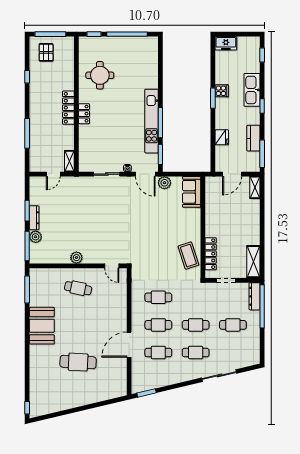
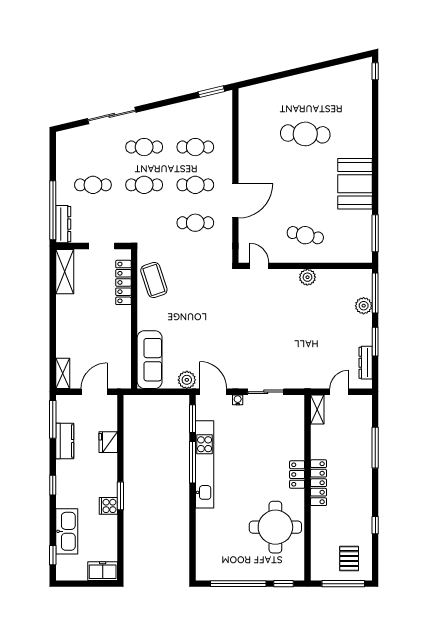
round table: (100, 75) -> (275, 527), width x1.36, depth x1.36
kitchen sink: (252, 90) -> (67, 531), moved
sofa: (192, 192) -> (150, 360), width x1.36
dresser: (34, 218) -> (366, 363), moved
door: (129, 345) -> (235, 201), moved

